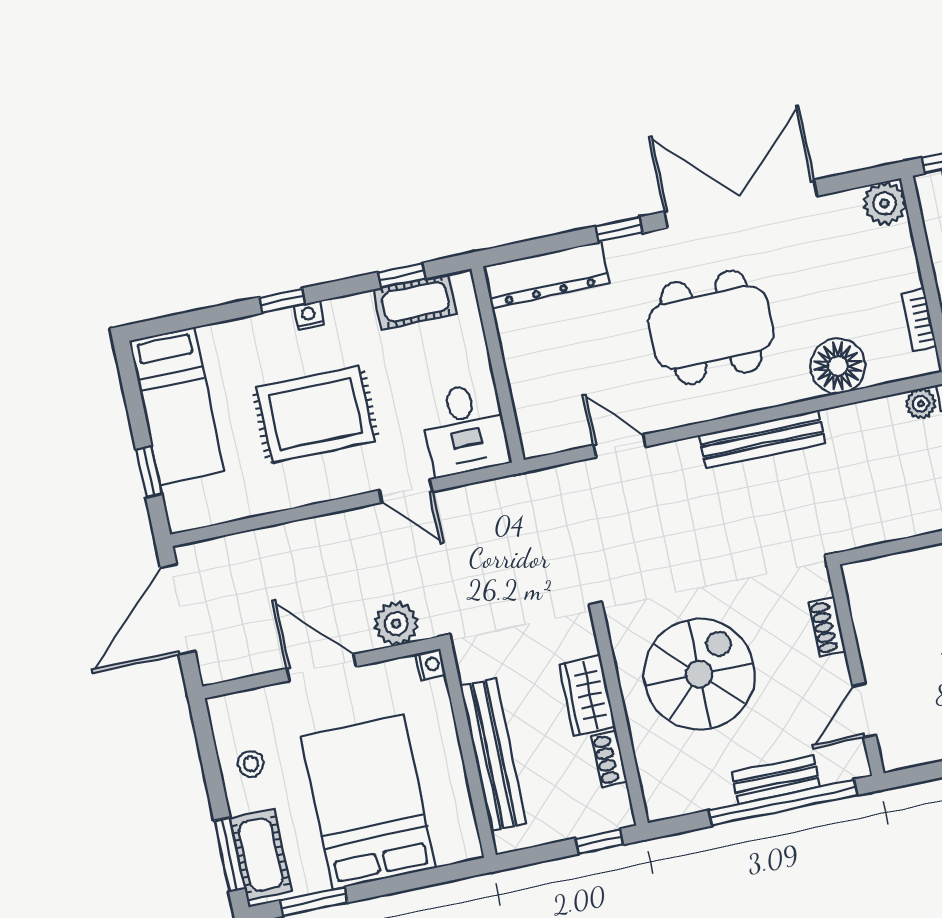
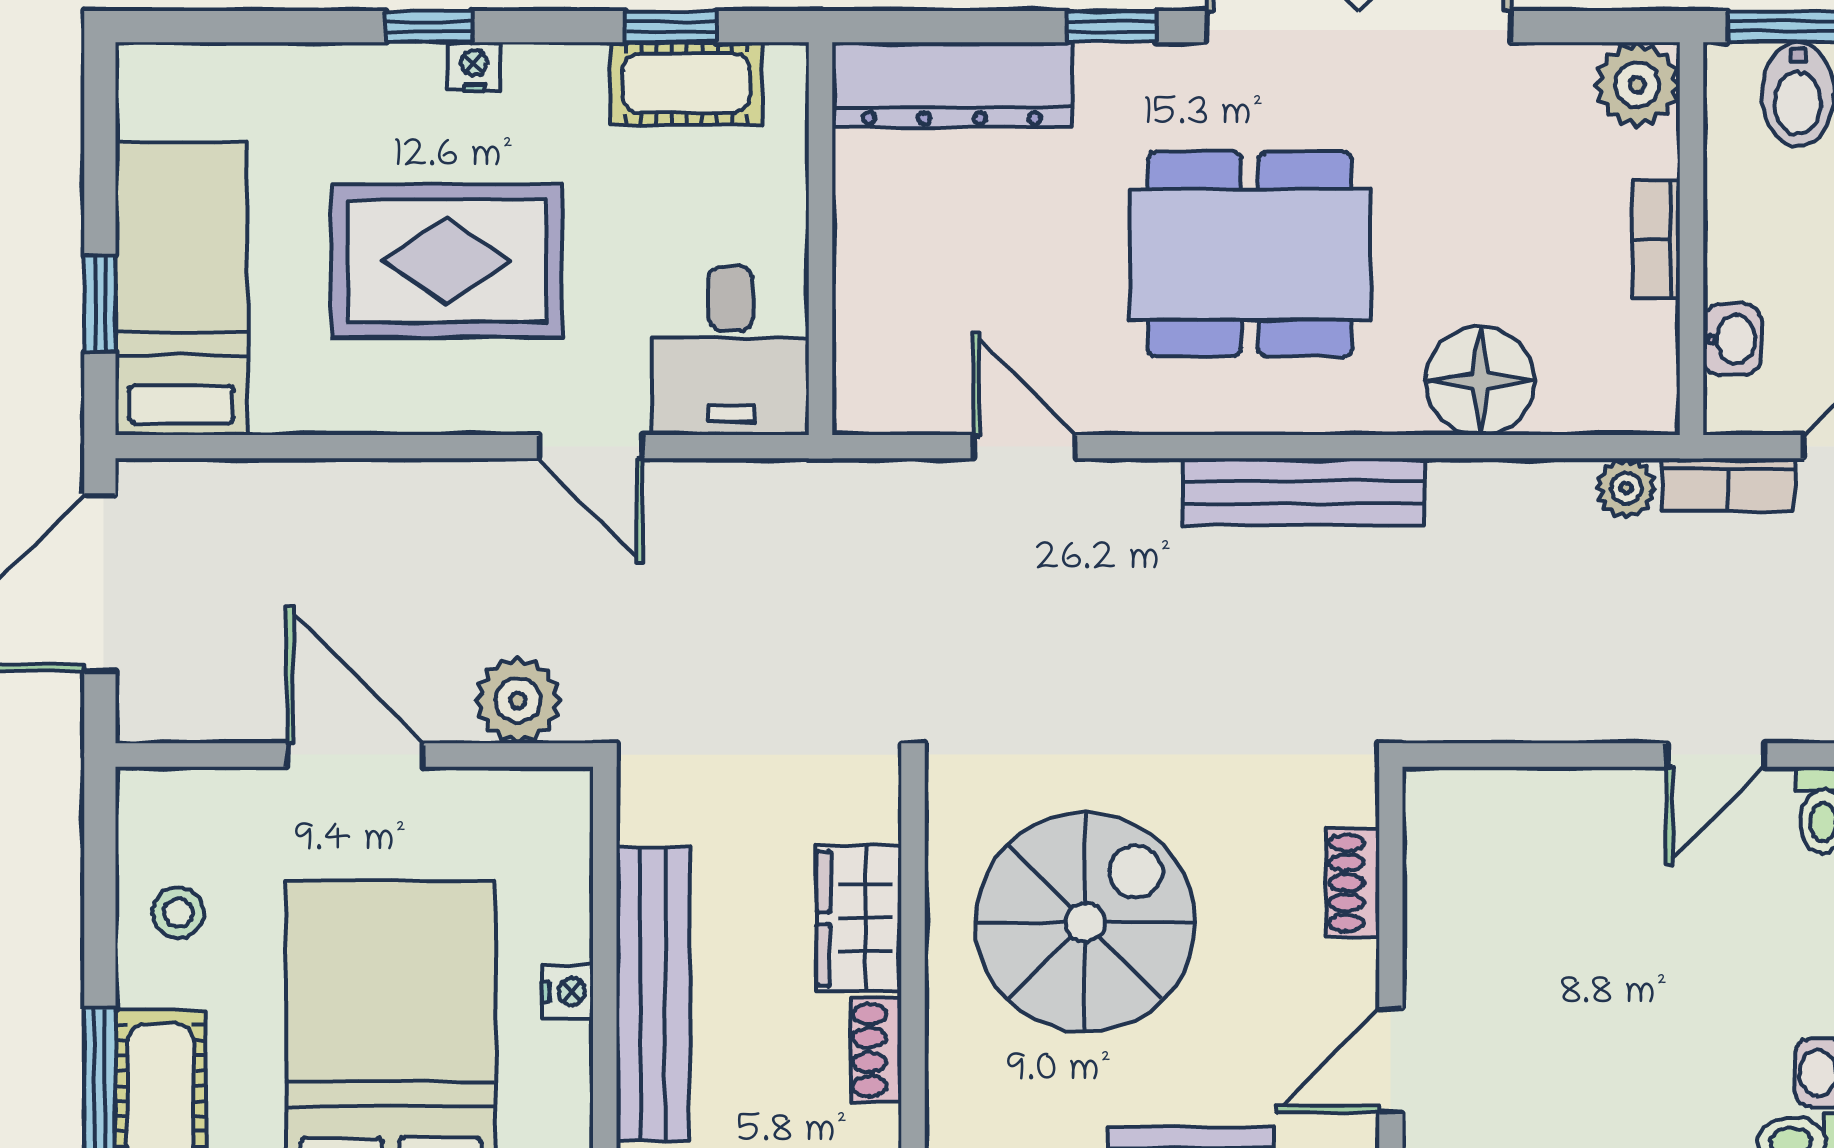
bookcase: (919, 320) -> (1656, 239), moved
bed: (177, 406) -> (181, 289), moved, turned 180
nightstand: (430, 664) -> (568, 992), moved

